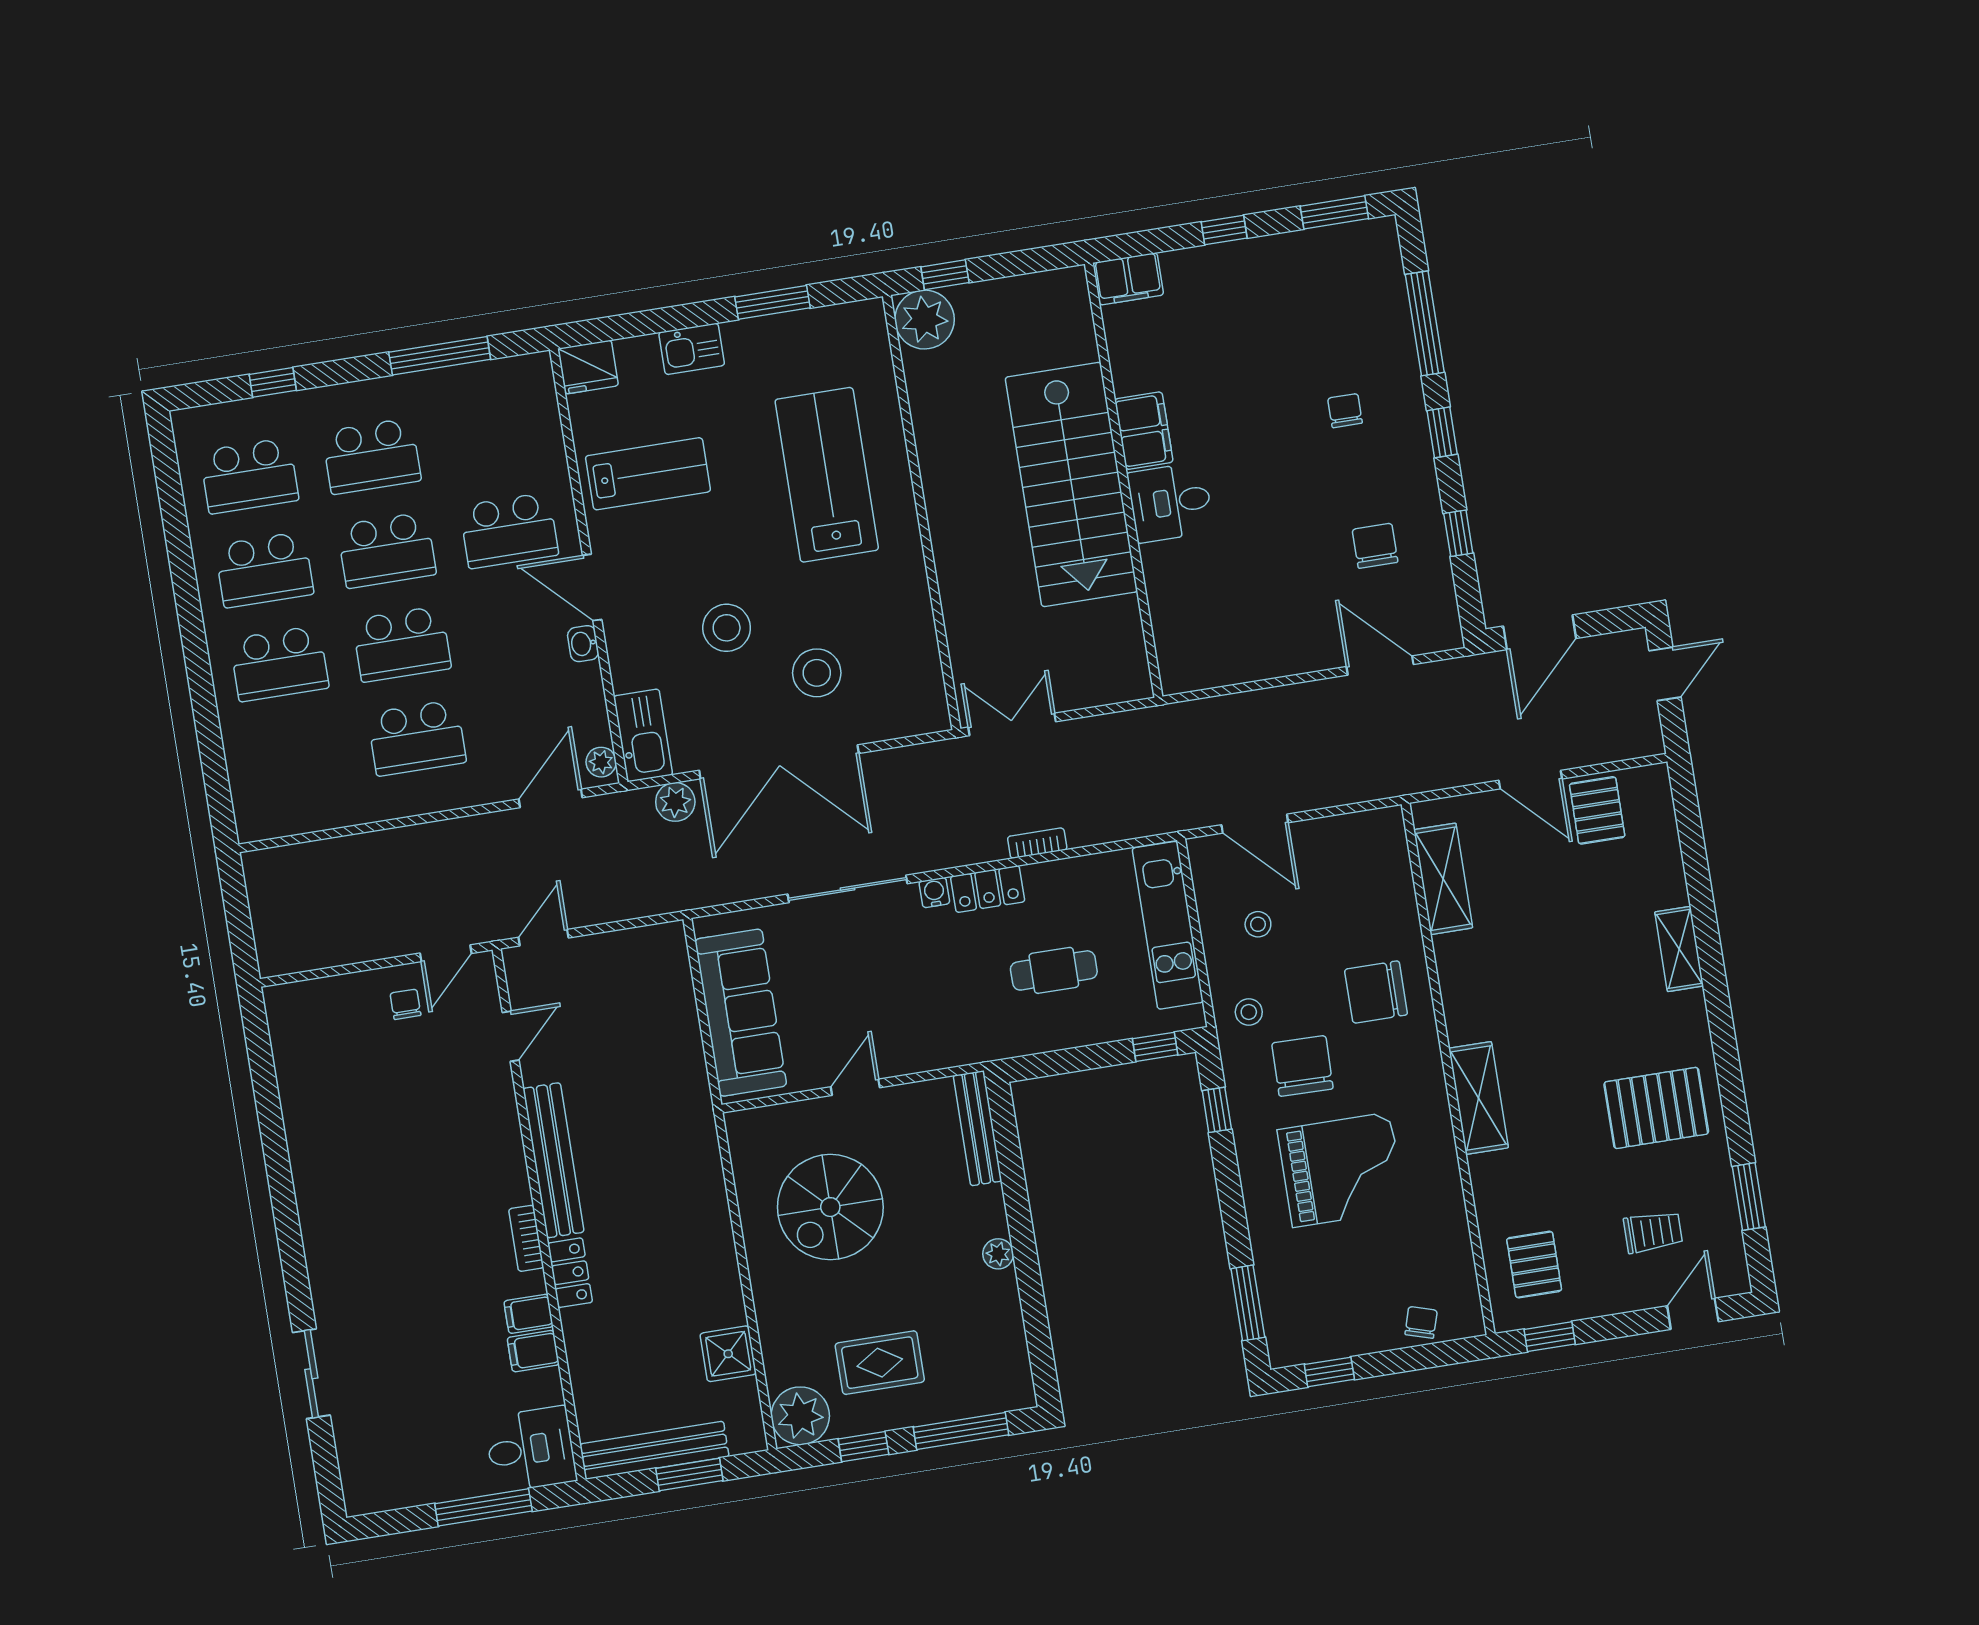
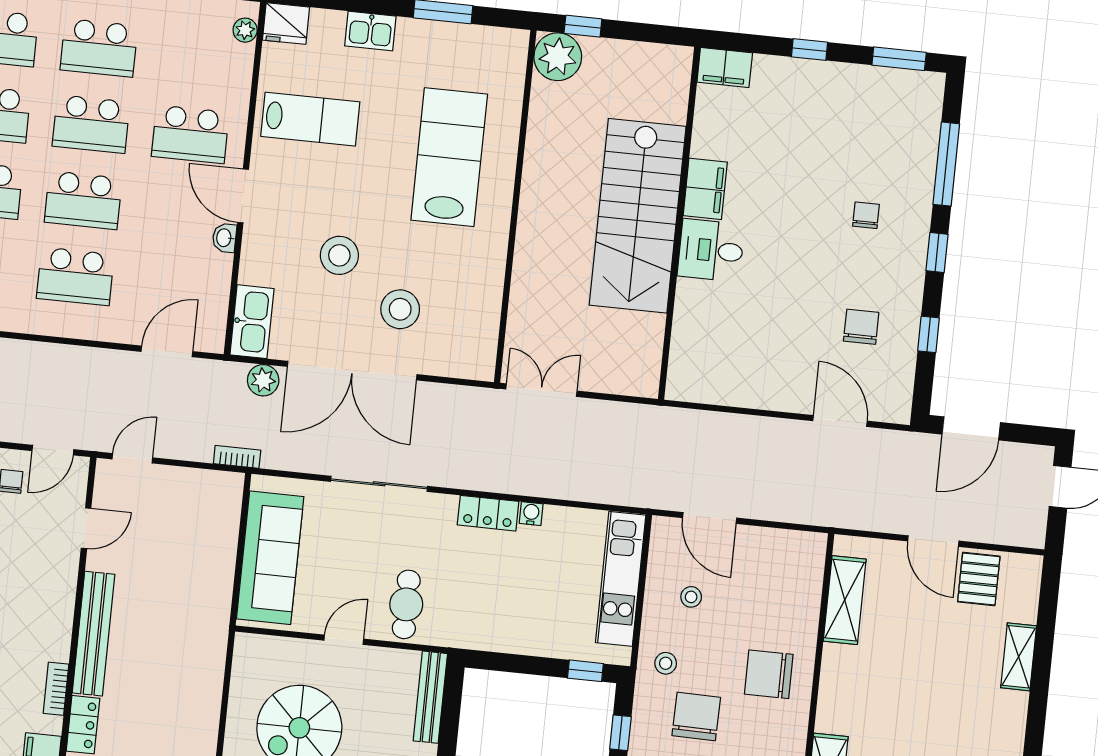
plant: (601, 762) -> (245, 30), moved
bookcase: (1037, 843) -> (237, 457), moved
water cooler: (934, 893) -> (531, 514), moved
shelving: (1679, 949) -> (1019, 657), moved
cafe table: (1054, 970) -> (406, 604), moved, turned 90

